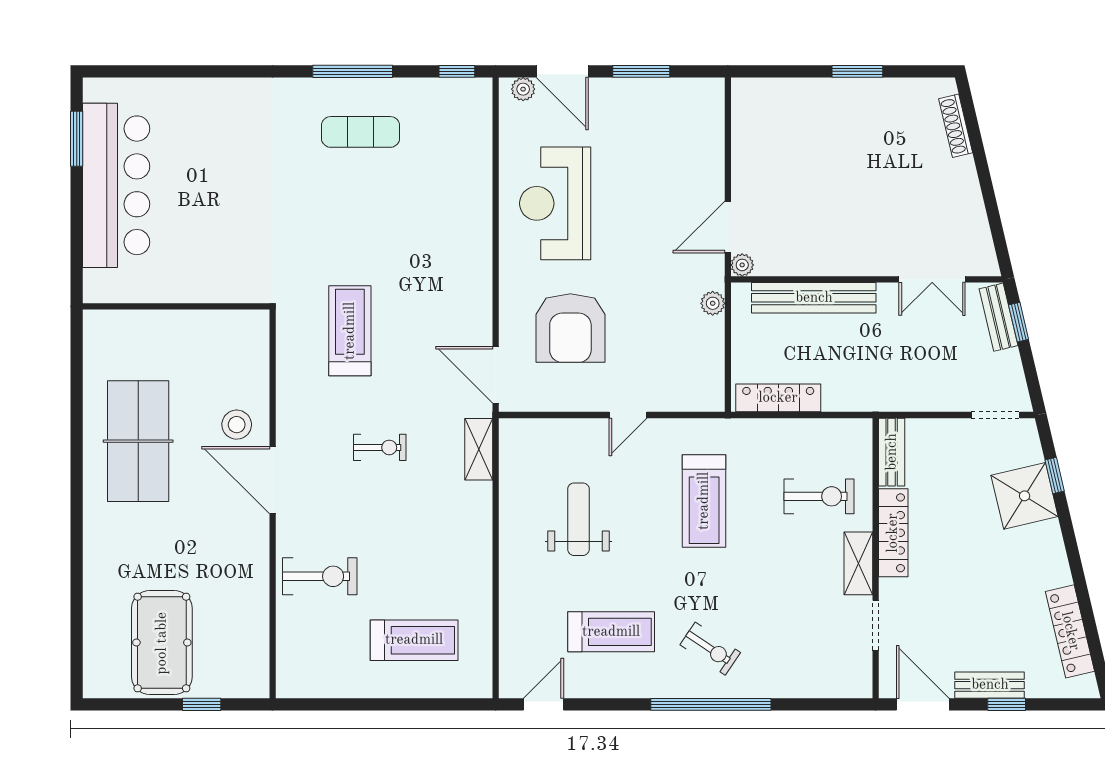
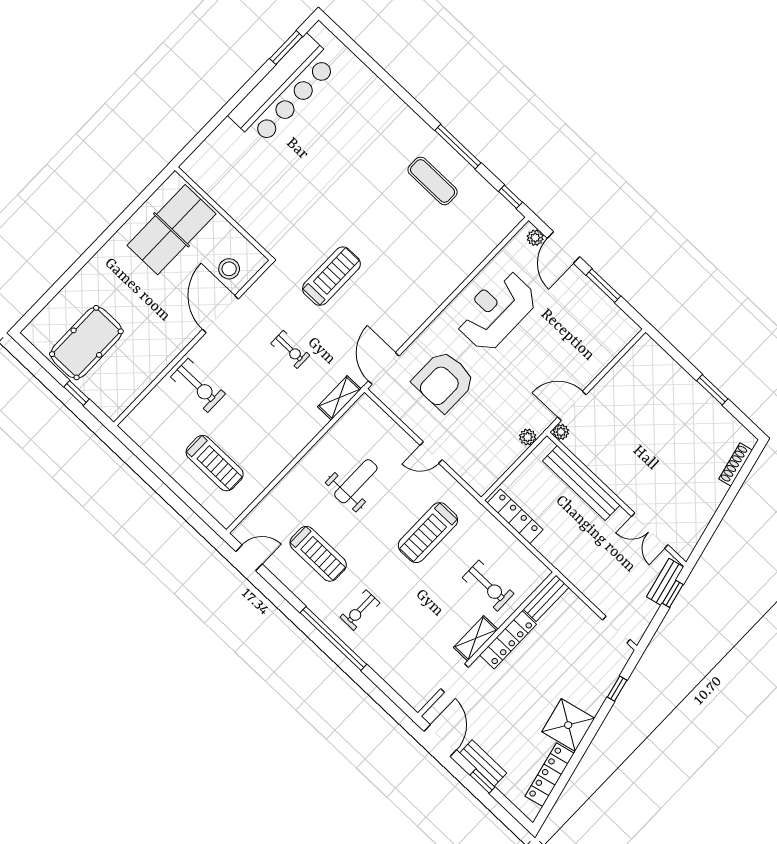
wall: (176, 306) -> (223, 213), moved
shower: (1025, 496) -> (568, 725), moved
exercise bike: (710, 649) -> (360, 610), turned 56

